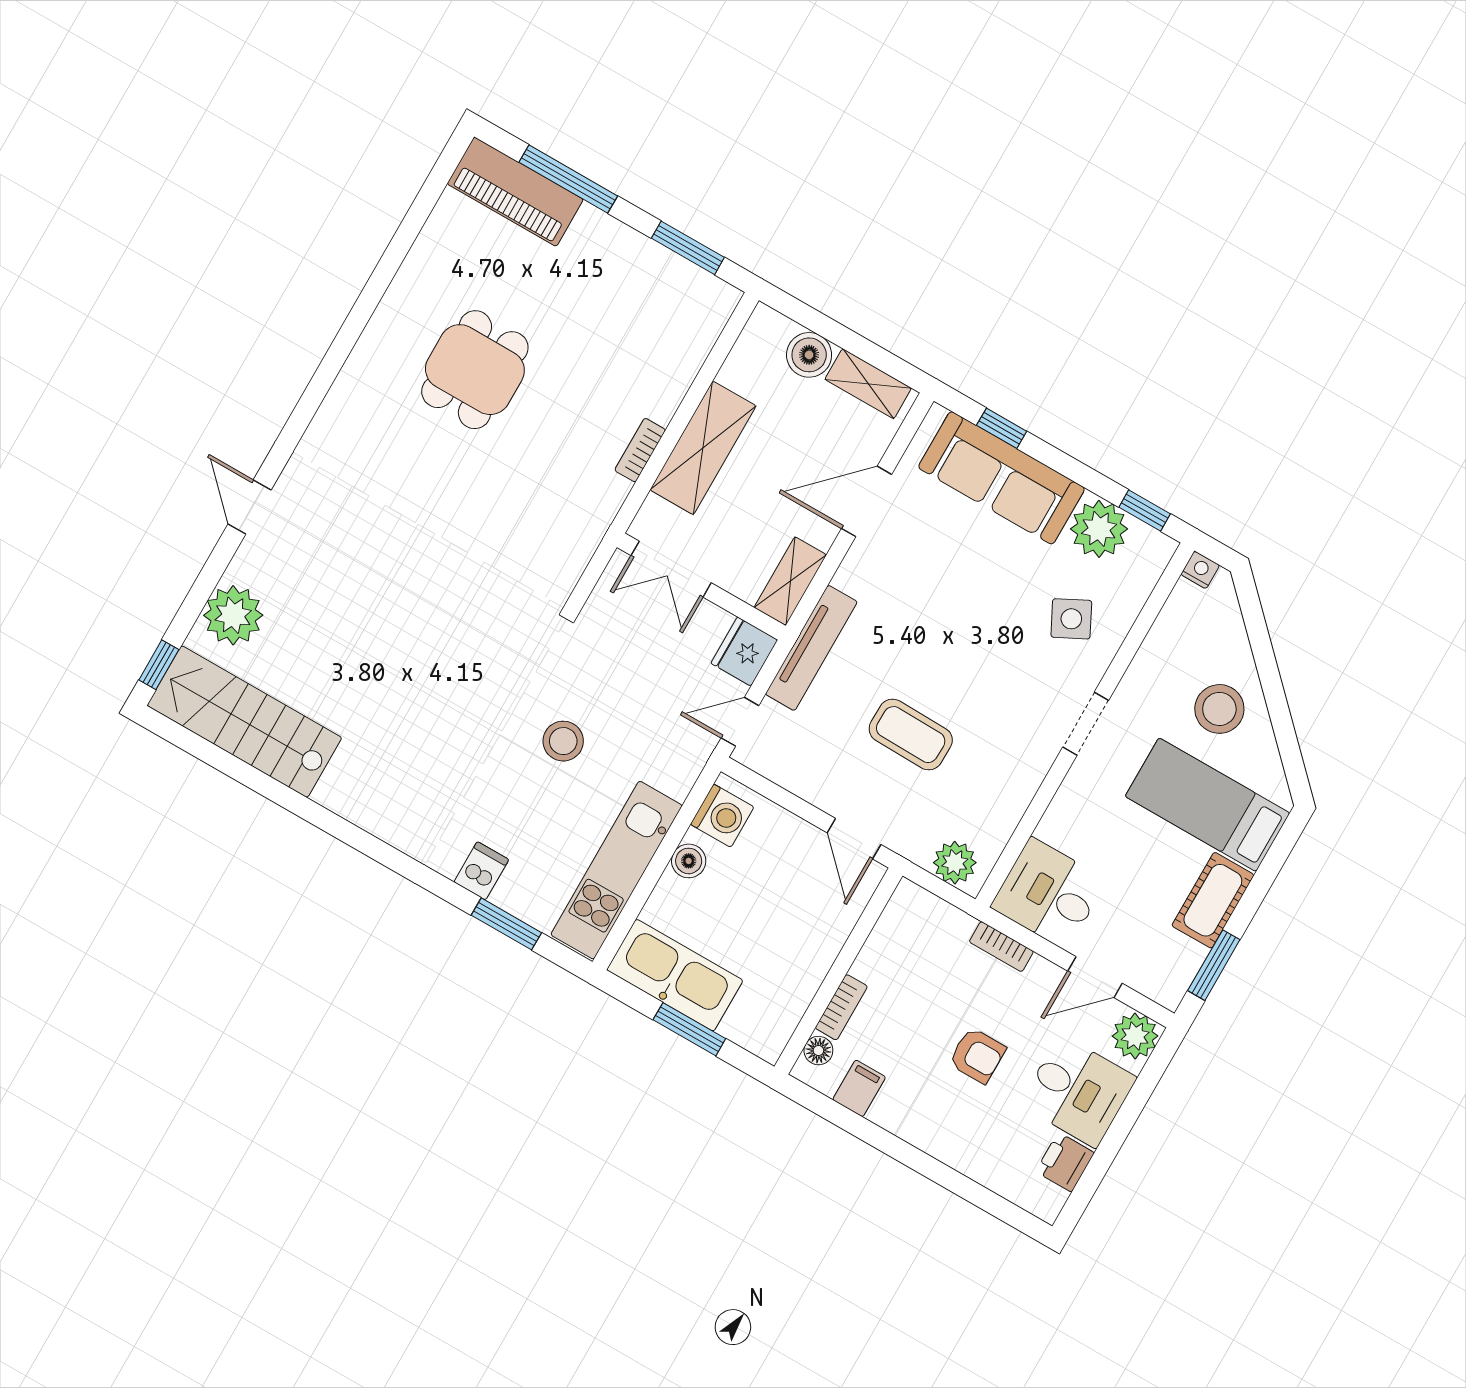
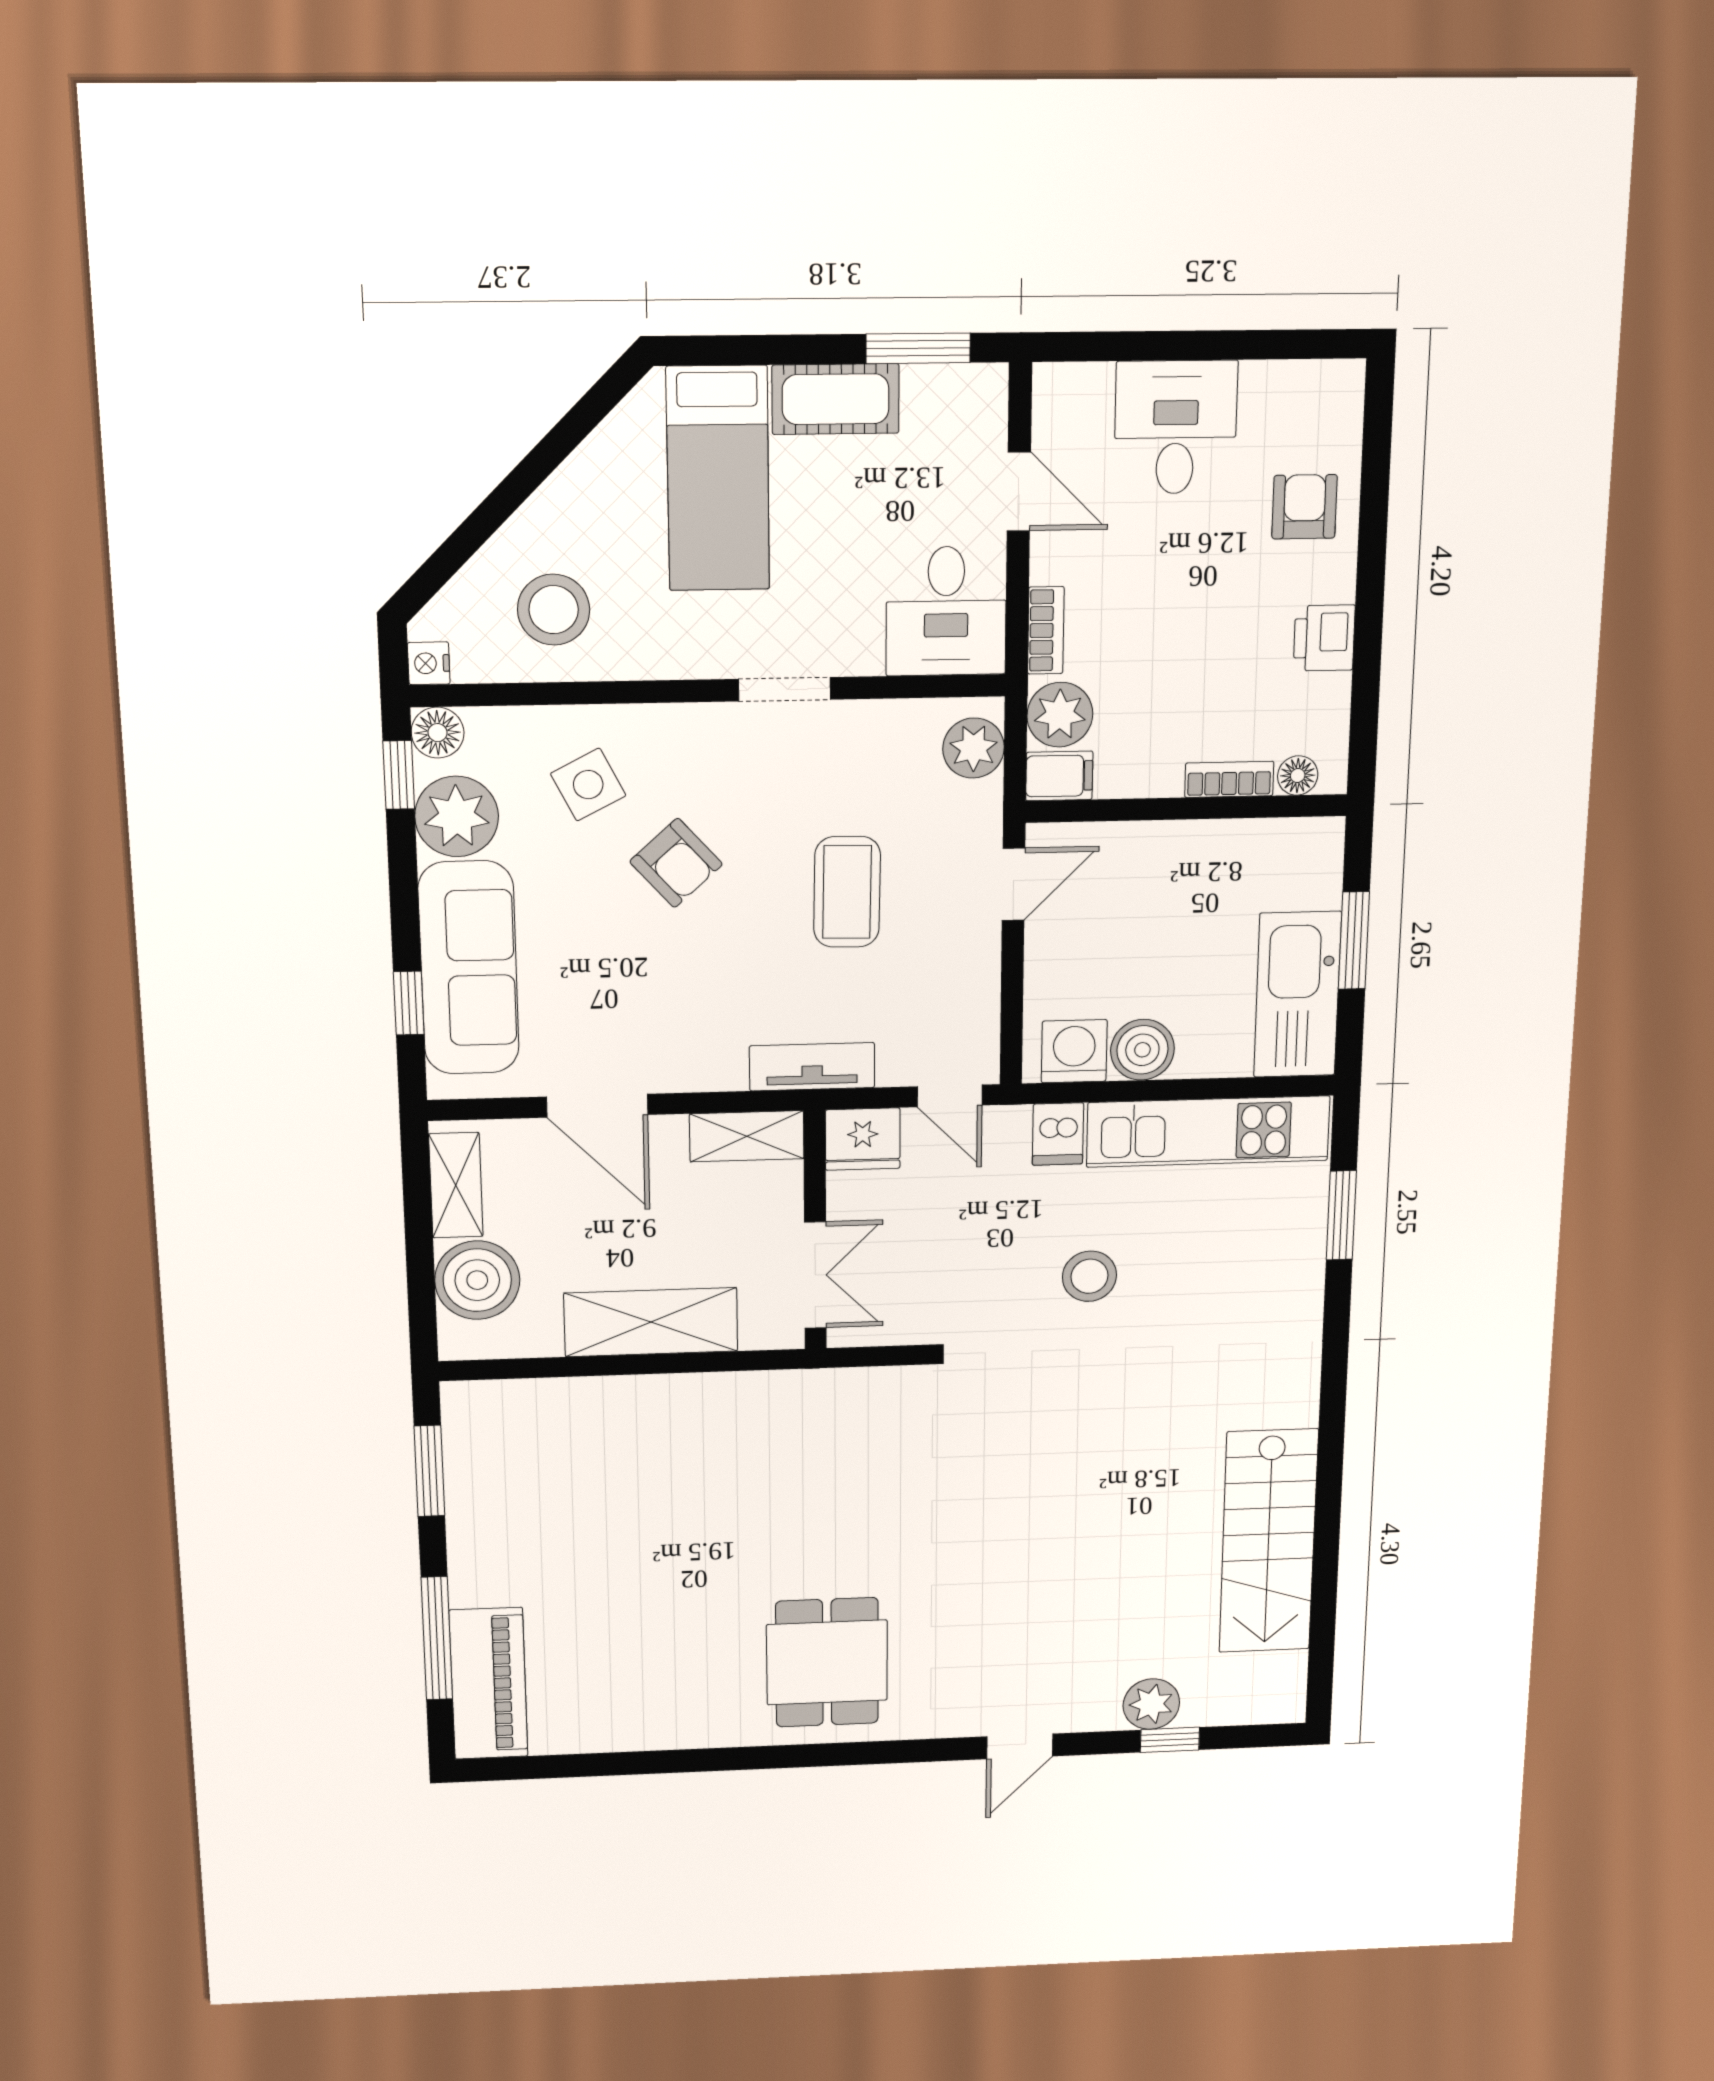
boiler: (809, 355) -> (477, 1280), width x1.37, depth x1.37
dining table: (475, 370) -> (827, 1662), moved, turned 90
bookcase: (640, 450) -> (697, 1388), removed
floor lamp: (1156, 549) -> (438, 733), added
plant: (233, 615) -> (1151, 1704), width x0.73, depth x0.73
armchair: (991, 642) -> (676, 863), added
tv unit: (811, 648) -> (812, 1067), width x0.71
window: (159, 665) -> (1170, 1740), moved
stool: (1219, 709) -> (554, 610), moved
stairs: (244, 722) -> (1268, 1541), moved
doorway: (1086, 724) -> (784, 689), moved
boiler: (689, 861) -> (1142, 1050), width x1.36, depth x1.36
dishwasher: (481, 871) -> (1058, 1134), moved, turned -90
plant: (1135, 1036) -> (1060, 715), moved
armchair: (977, 1055) -> (1304, 507), moved
filing cabinet: (859, 1088) -> (1059, 776), moved, turned 180
printer: (1065, 1162) -> (1324, 638), moved, turned 90

